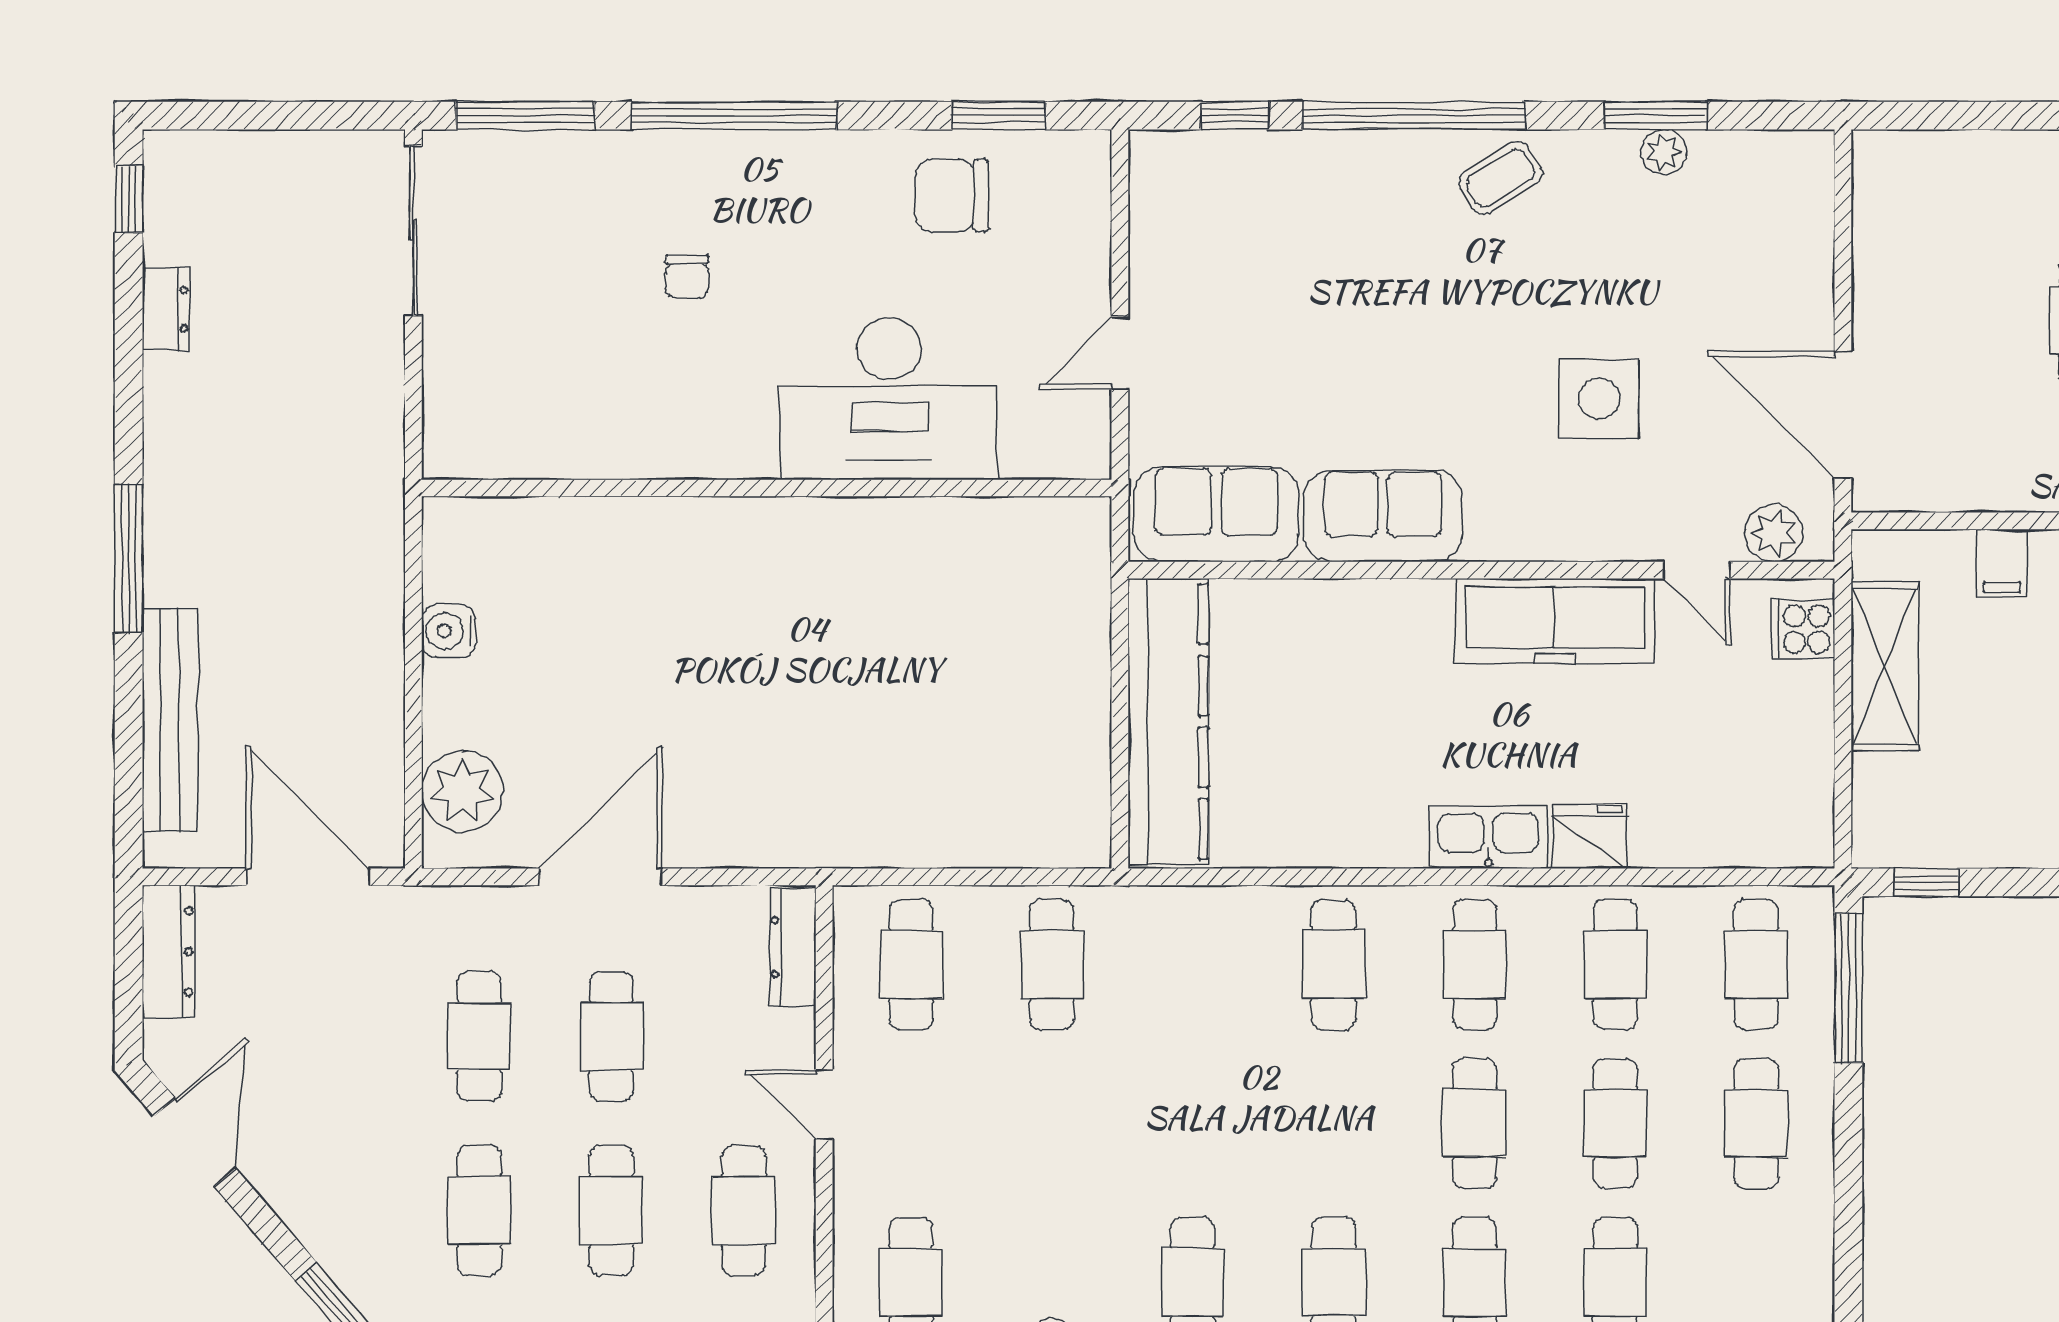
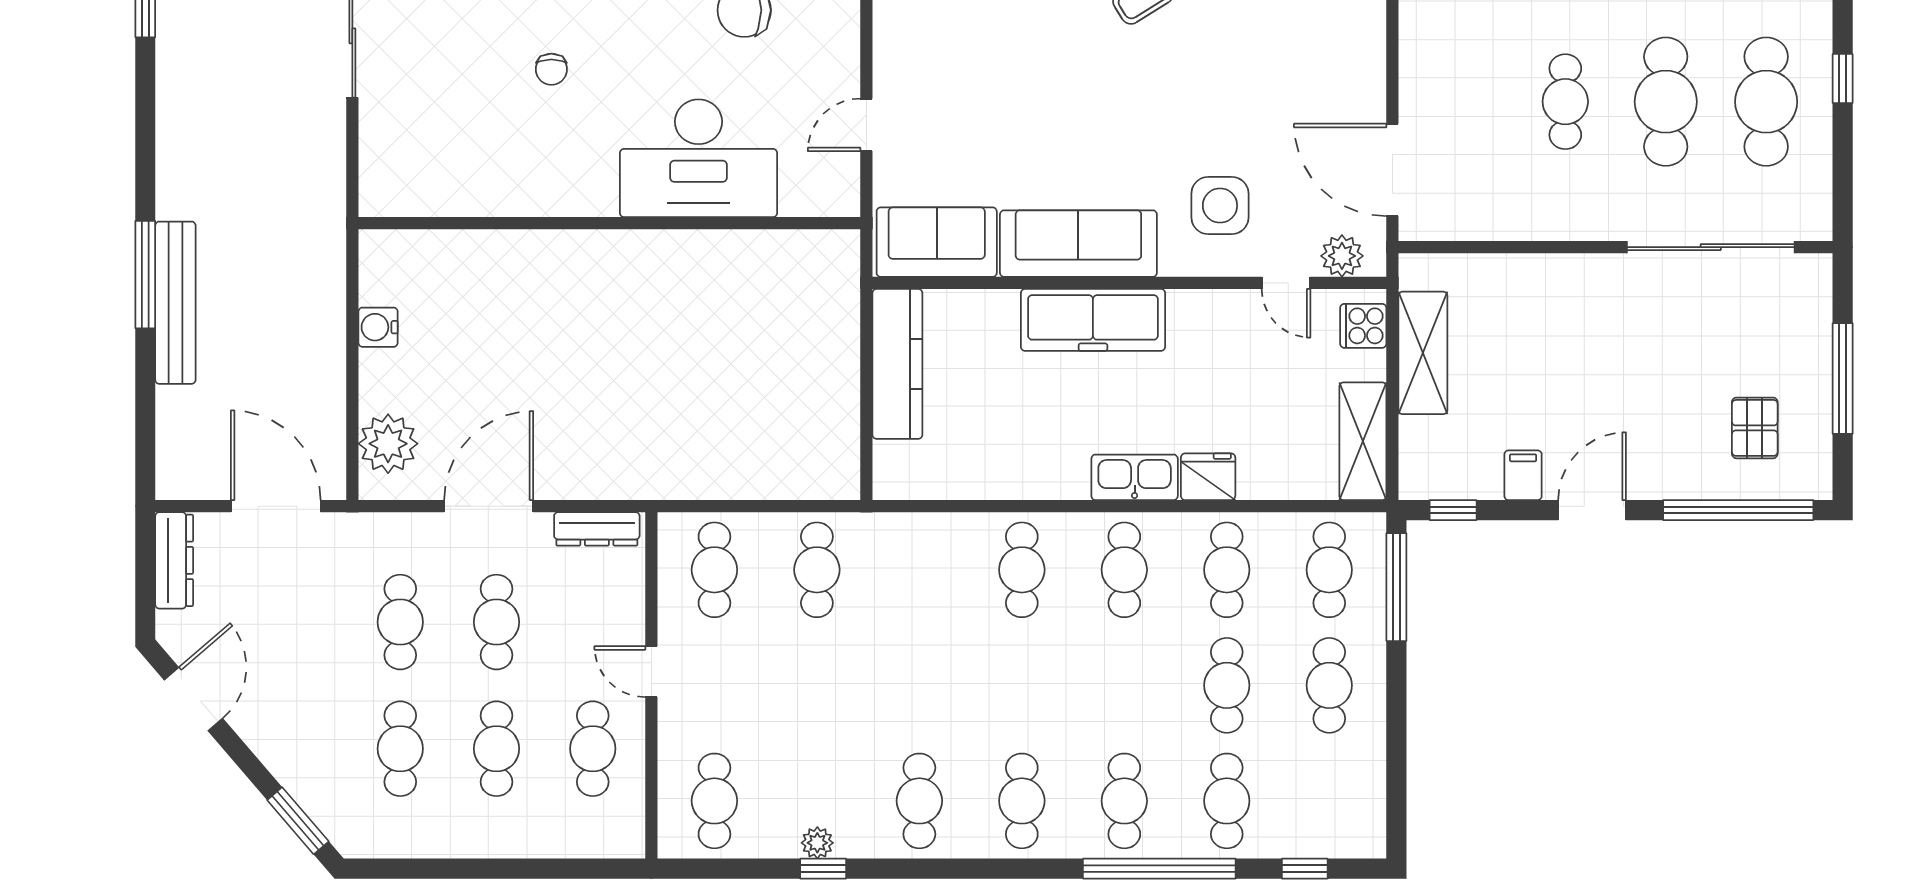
dresser: (166, 309) -> (172, 93), removed
side table: (1599, 399) -> (1220, 206), moved
sofa: (1383, 516) -> (1078, 244), width x1.36
filing cabinet: (2002, 563) -> (1523, 475), moved, turned 180
freezer: (1555, 621) -> (1093, 320), moved
bench: (170, 720) -> (175, 303), moved
kitchen counter: (1168, 722) -> (897, 364), width x0.72, depth x0.86
shelving: (1802, 788) -> (1363, 441), added
dresser: (793, 947) -> (597, 529), moved, turned -90
cafe table: (1474, 1123) -> (1124, 685), removed

